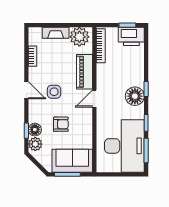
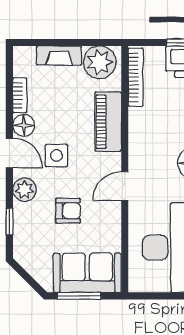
door: (94, 99) -> (125, 186), moved
floor lamp: (35, 130) -> (24, 125), moved
plant: (35, 144) -> (25, 190), moved

